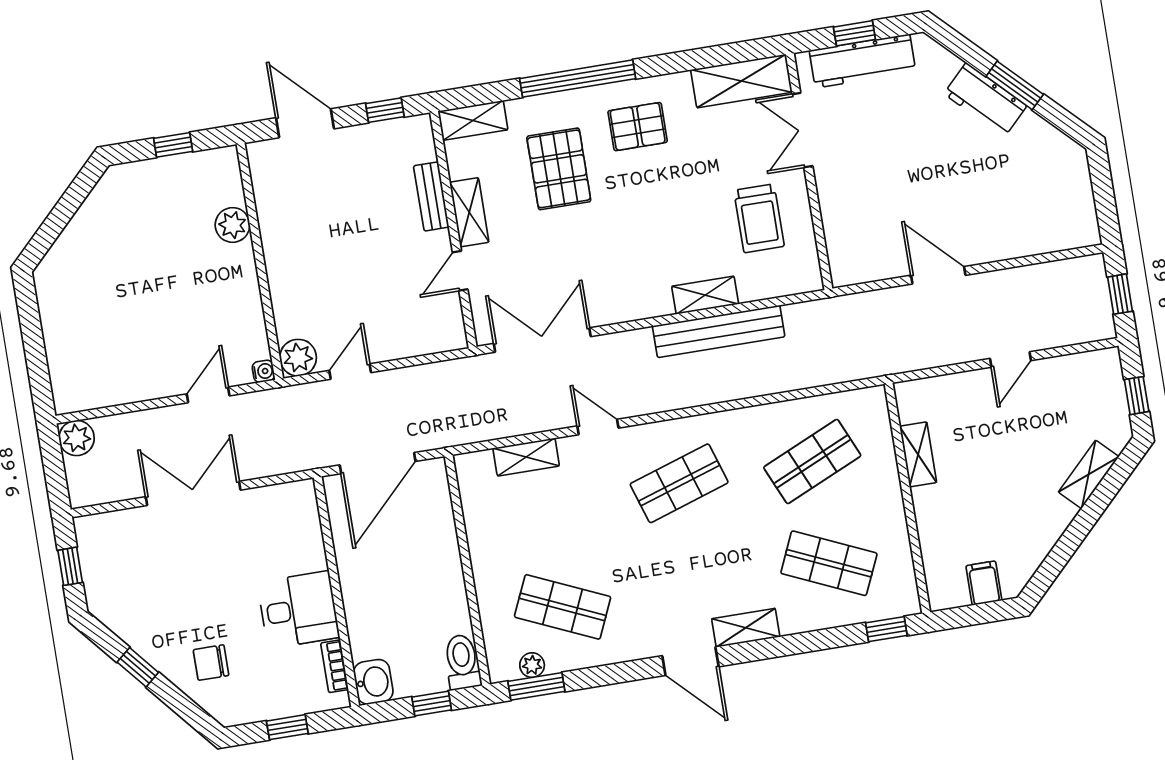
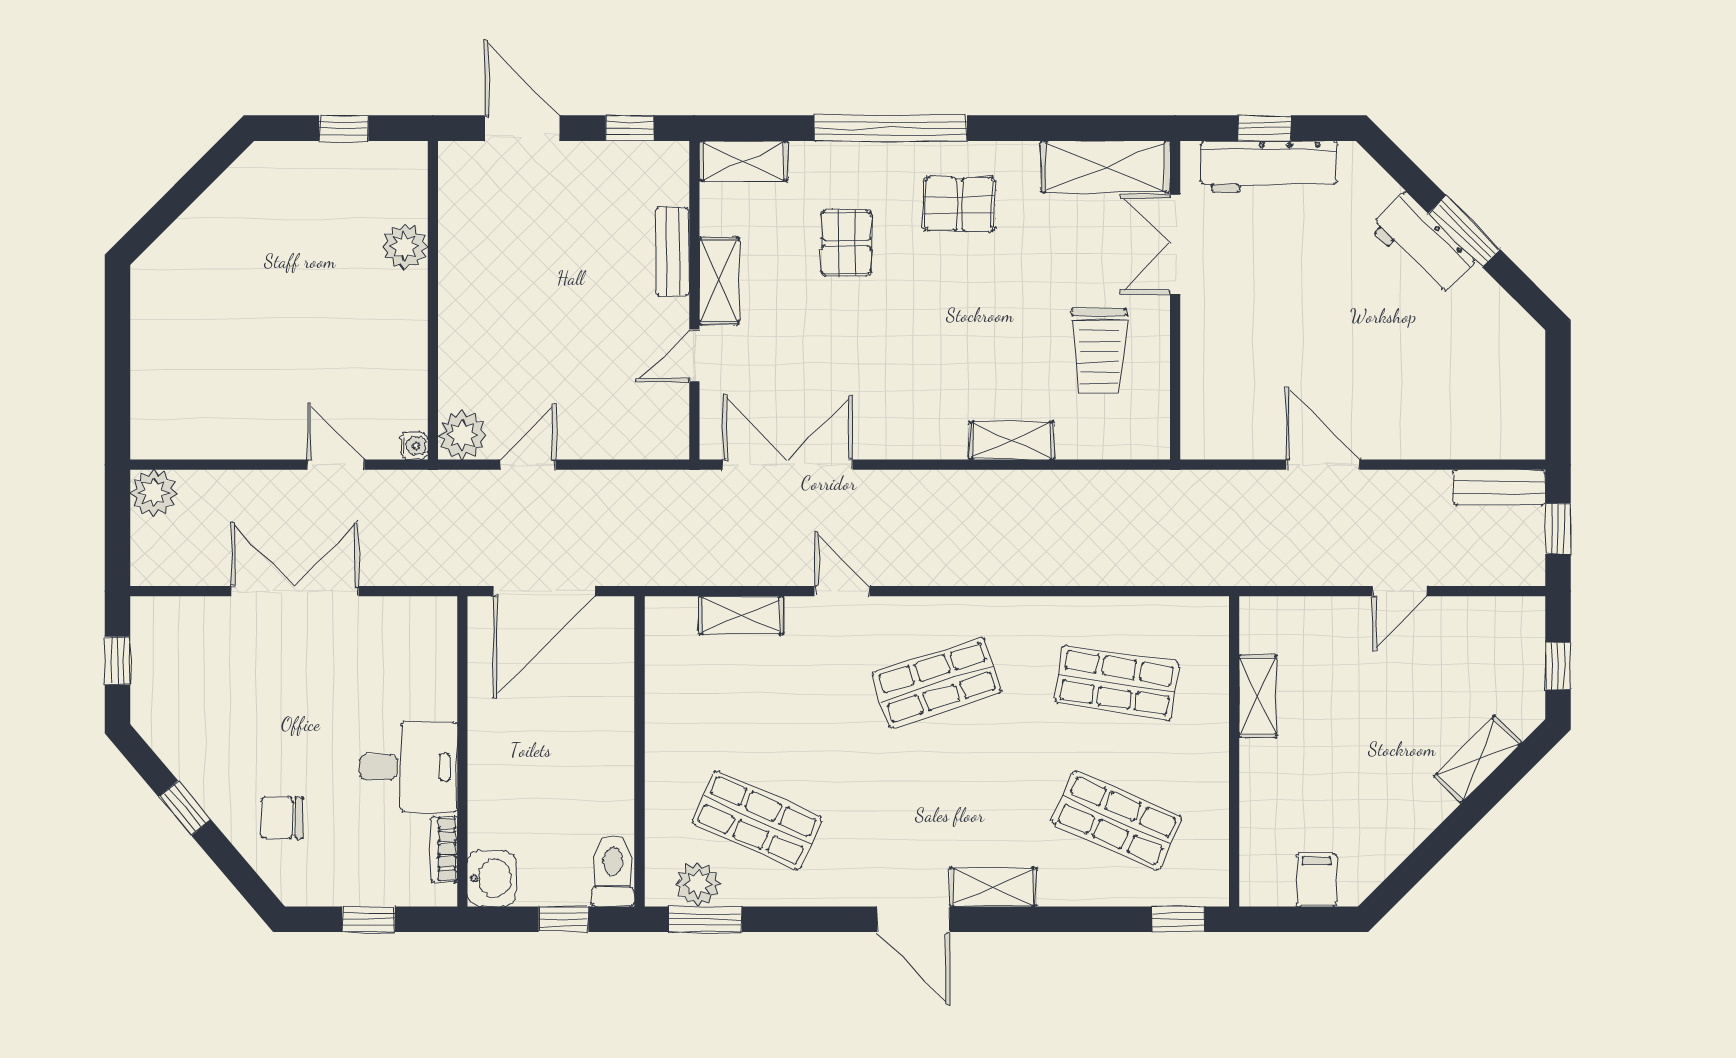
pallet: (559, 169) -> (846, 243), width x0.67, depth x0.71
bench: (719, 331) -> (1499, 487), moved, width x0.54, depth x0.82
door: (208, 395) -> (336, 465), hinge flipped
shop shelf: (812, 461) -> (1117, 683), turned 33
plant: (532, 665) -> (698, 884), width x1.38, depth x1.38

